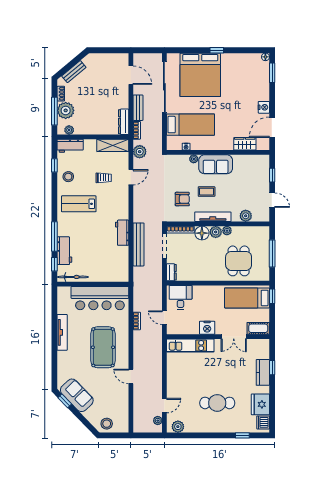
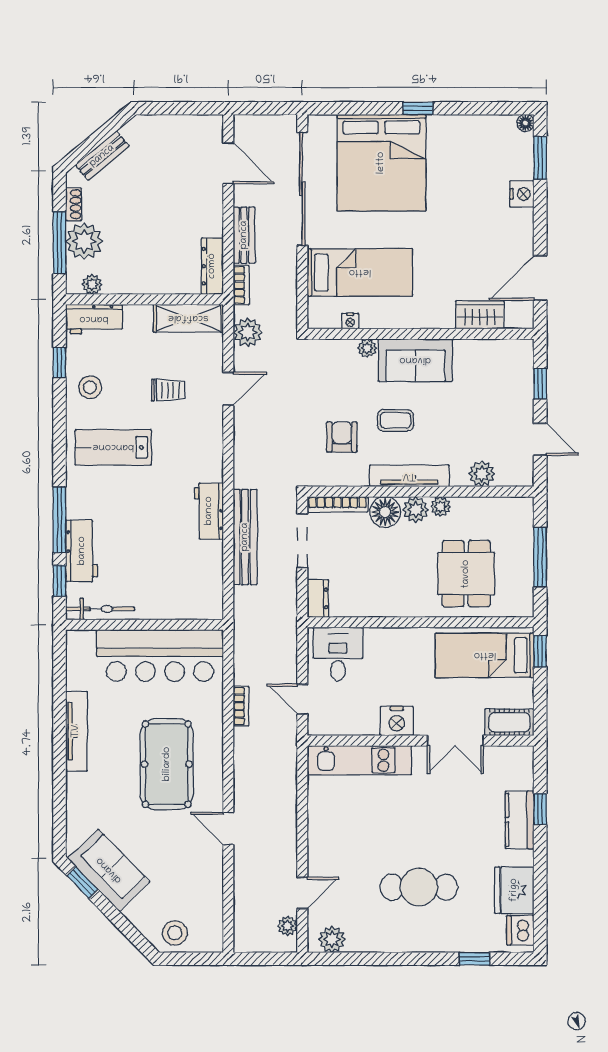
nightstand: (264, 107) -> (522, 194), moved
armchair: (182, 199) -> (342, 437), turned -90

